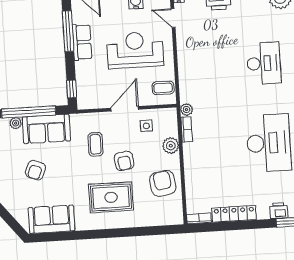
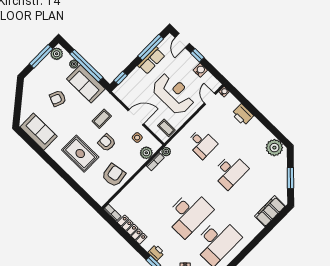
desk: (211, 67) -> (202, 143), added
plant: (171, 146) -> (146, 153), moved
armchair: (124, 161) -> (107, 143), turned 98

